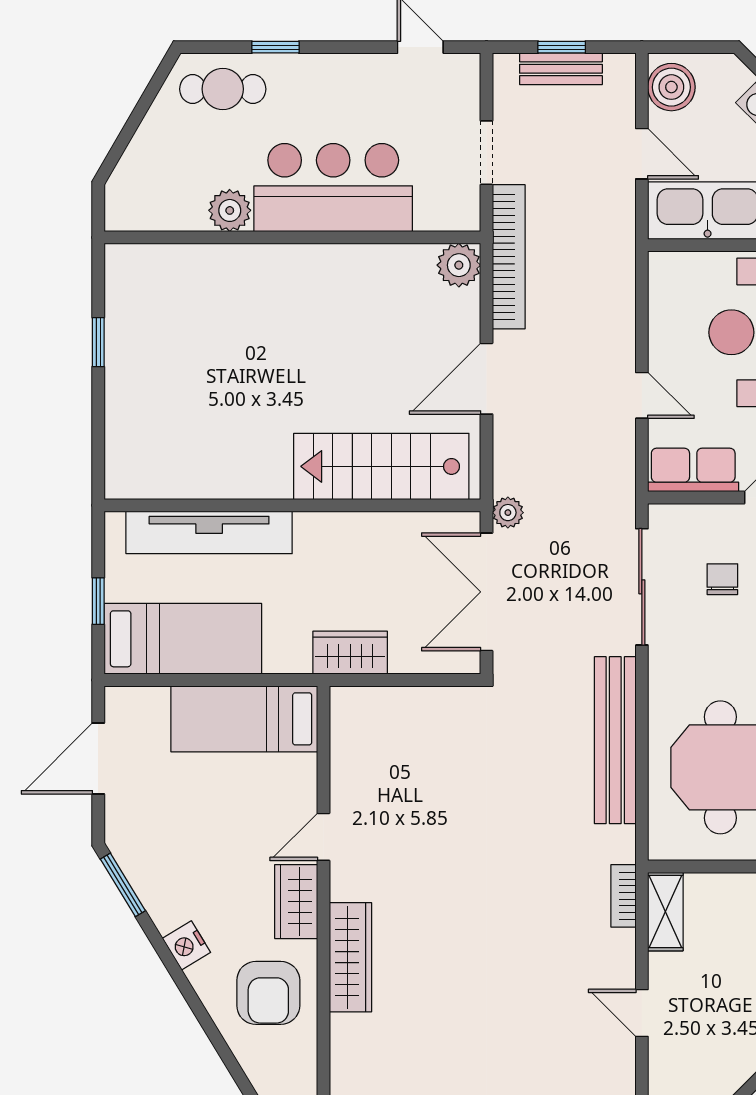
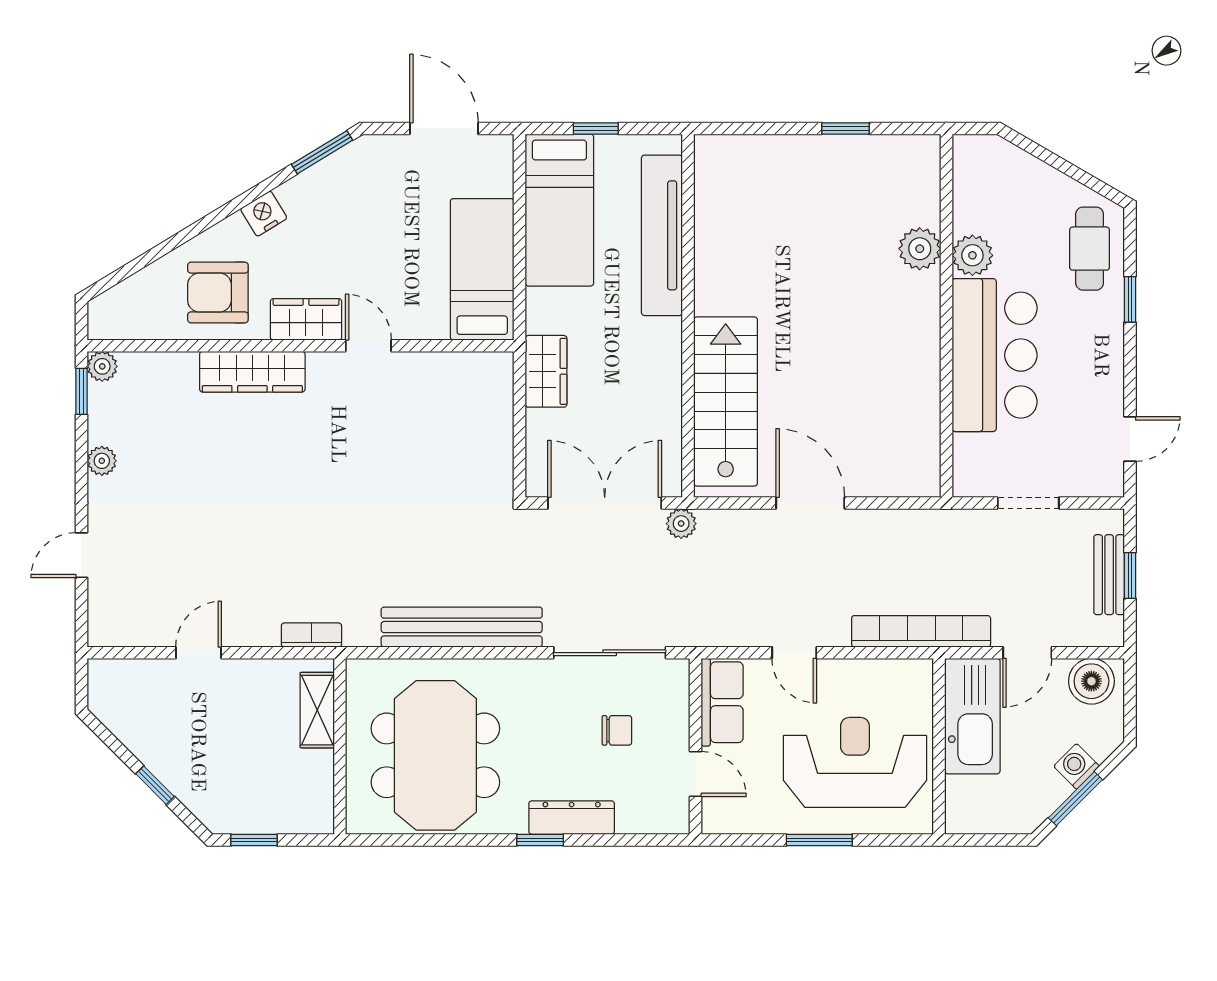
bookcase: (509, 257) -> (921, 631), moved, turned 180
plant: (459, 265) -> (920, 249), moved
door: (642, 395) -> (794, 653), hinge flipped
shelving: (665, 912) -> (317, 710), moved, turned 90

